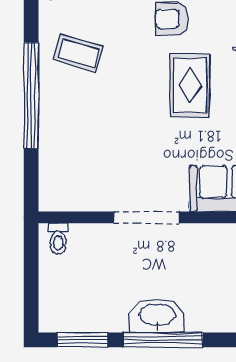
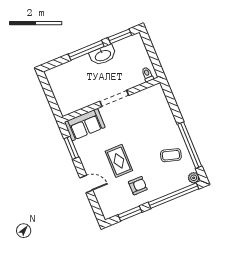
window: (31, 95) -> (190, 145), moved
washbasin: (157, 316) -> (103, 55), moved

